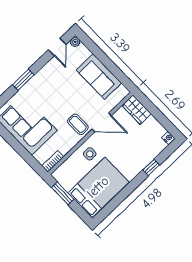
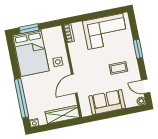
wardrobe: (137, 110) -> (62, 115), width x1.50
coffee table: (78, 124) -> (118, 68), moved
window: (151, 168) -> (21, 98), width x3.17
window: (63, 193) -> (29, 29), moved

